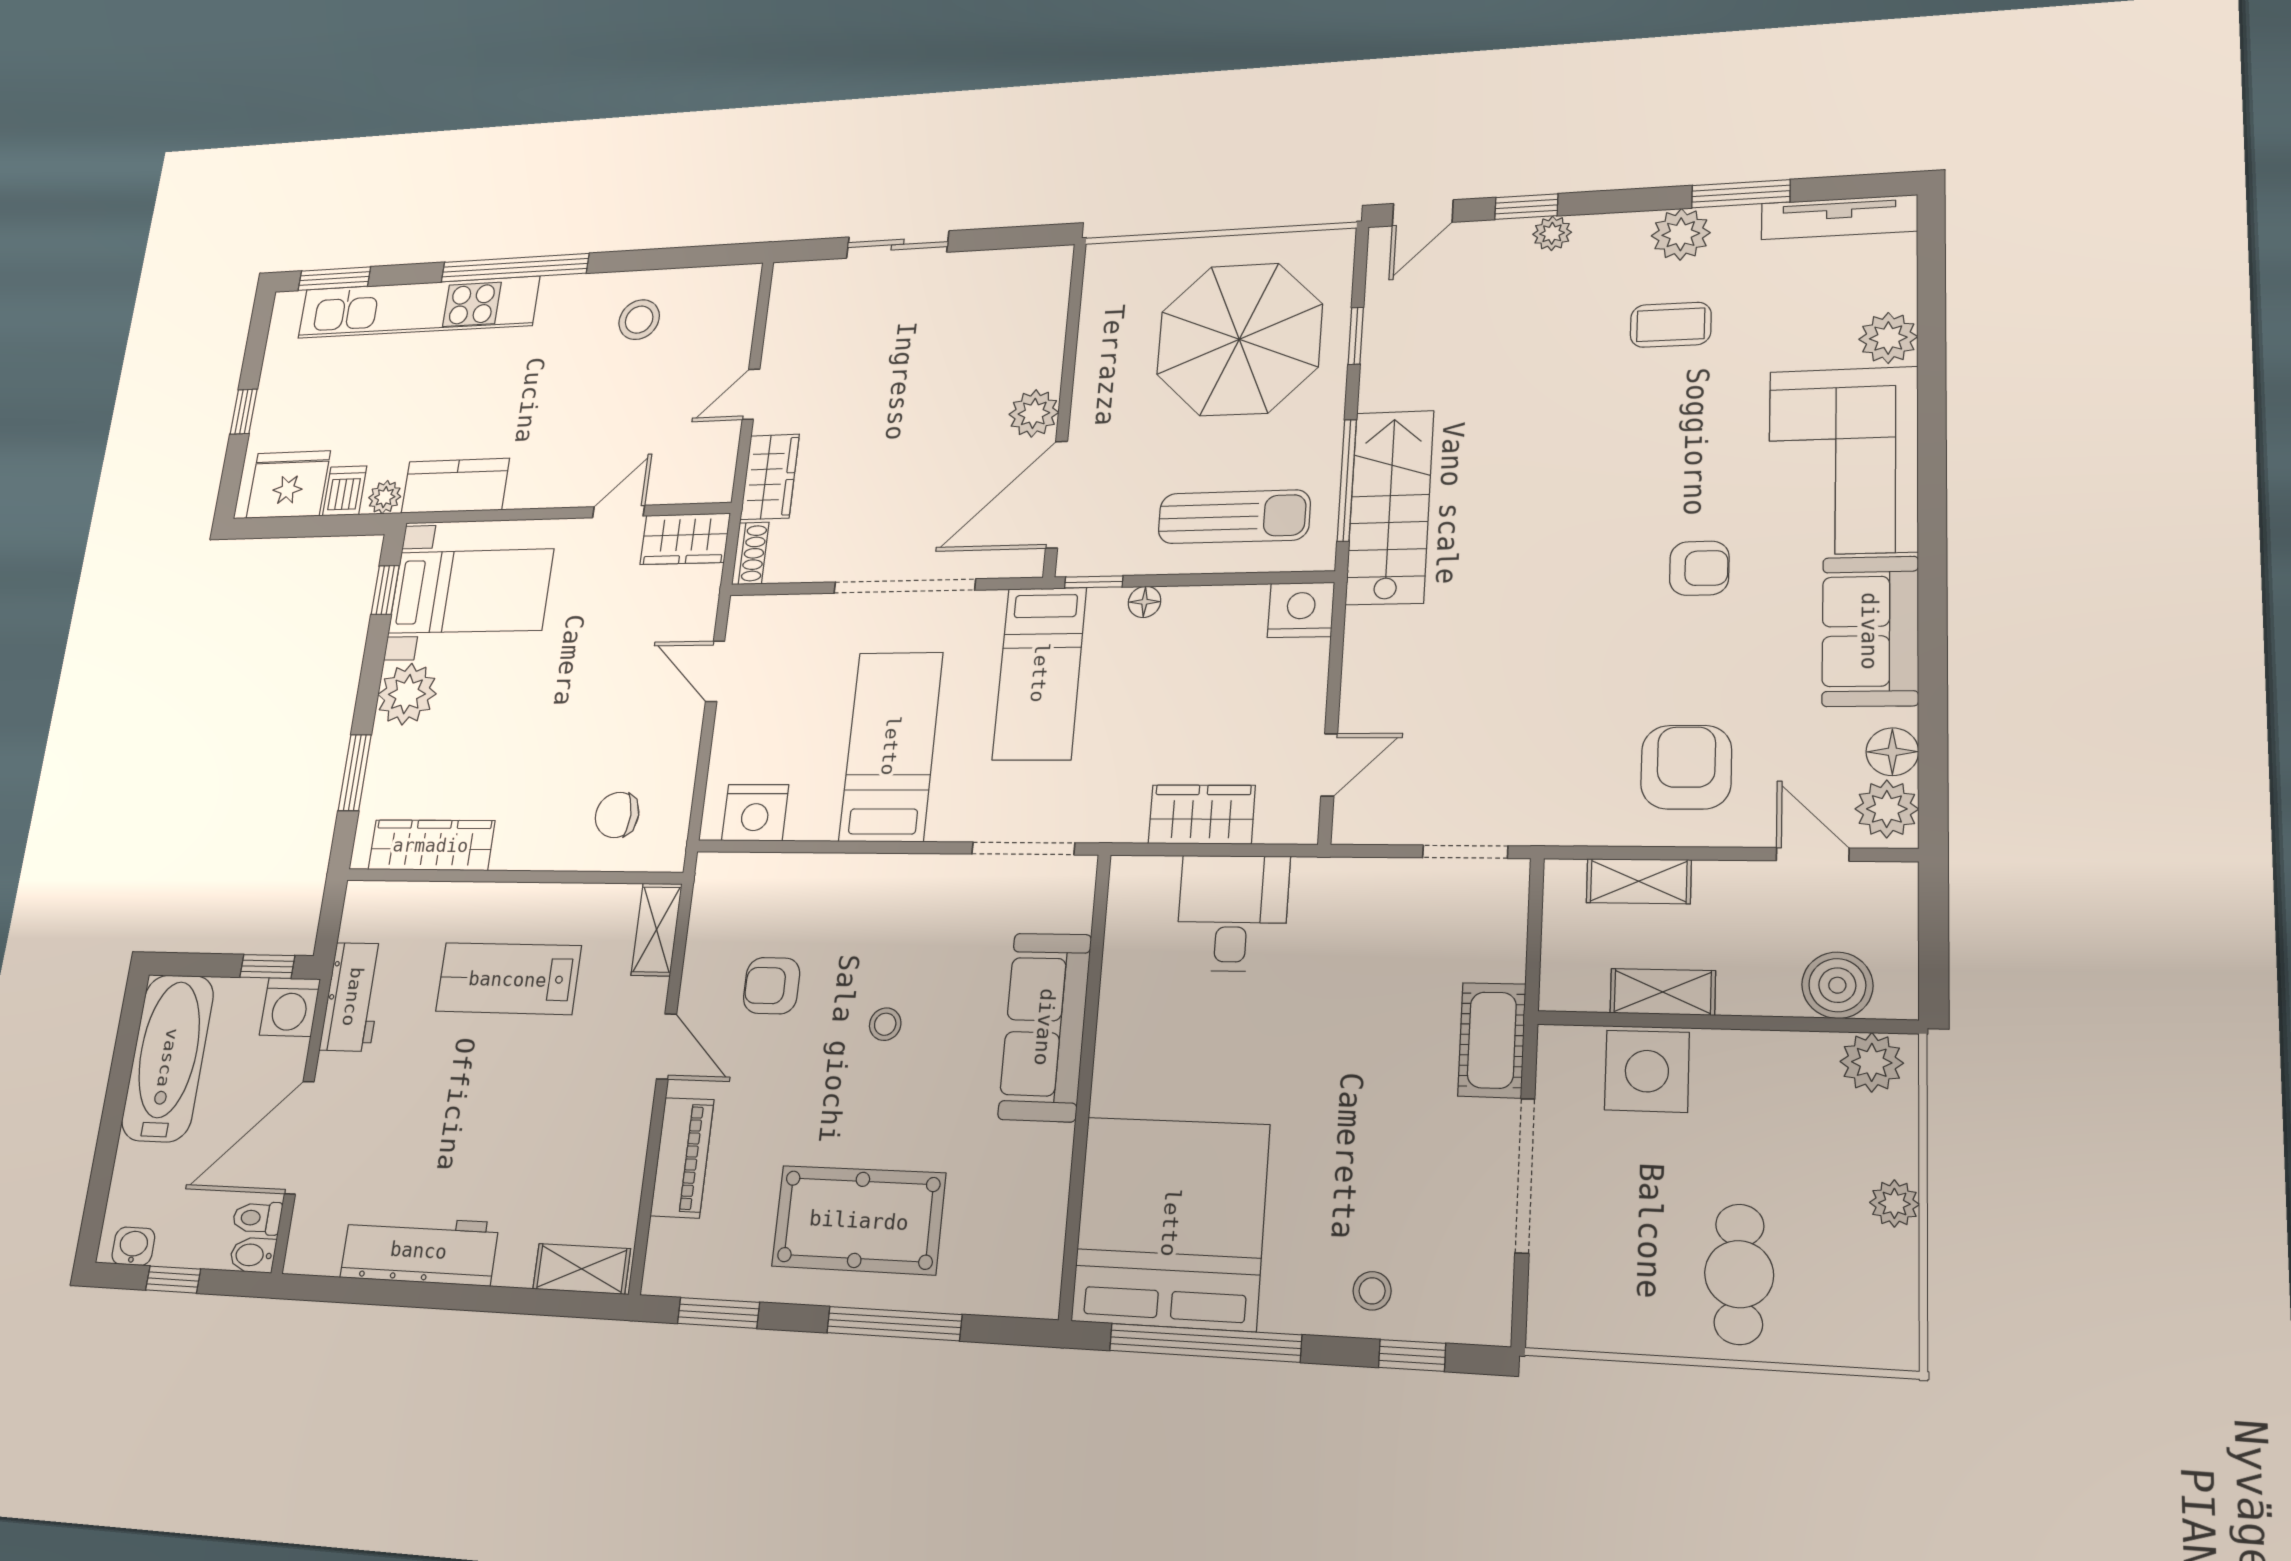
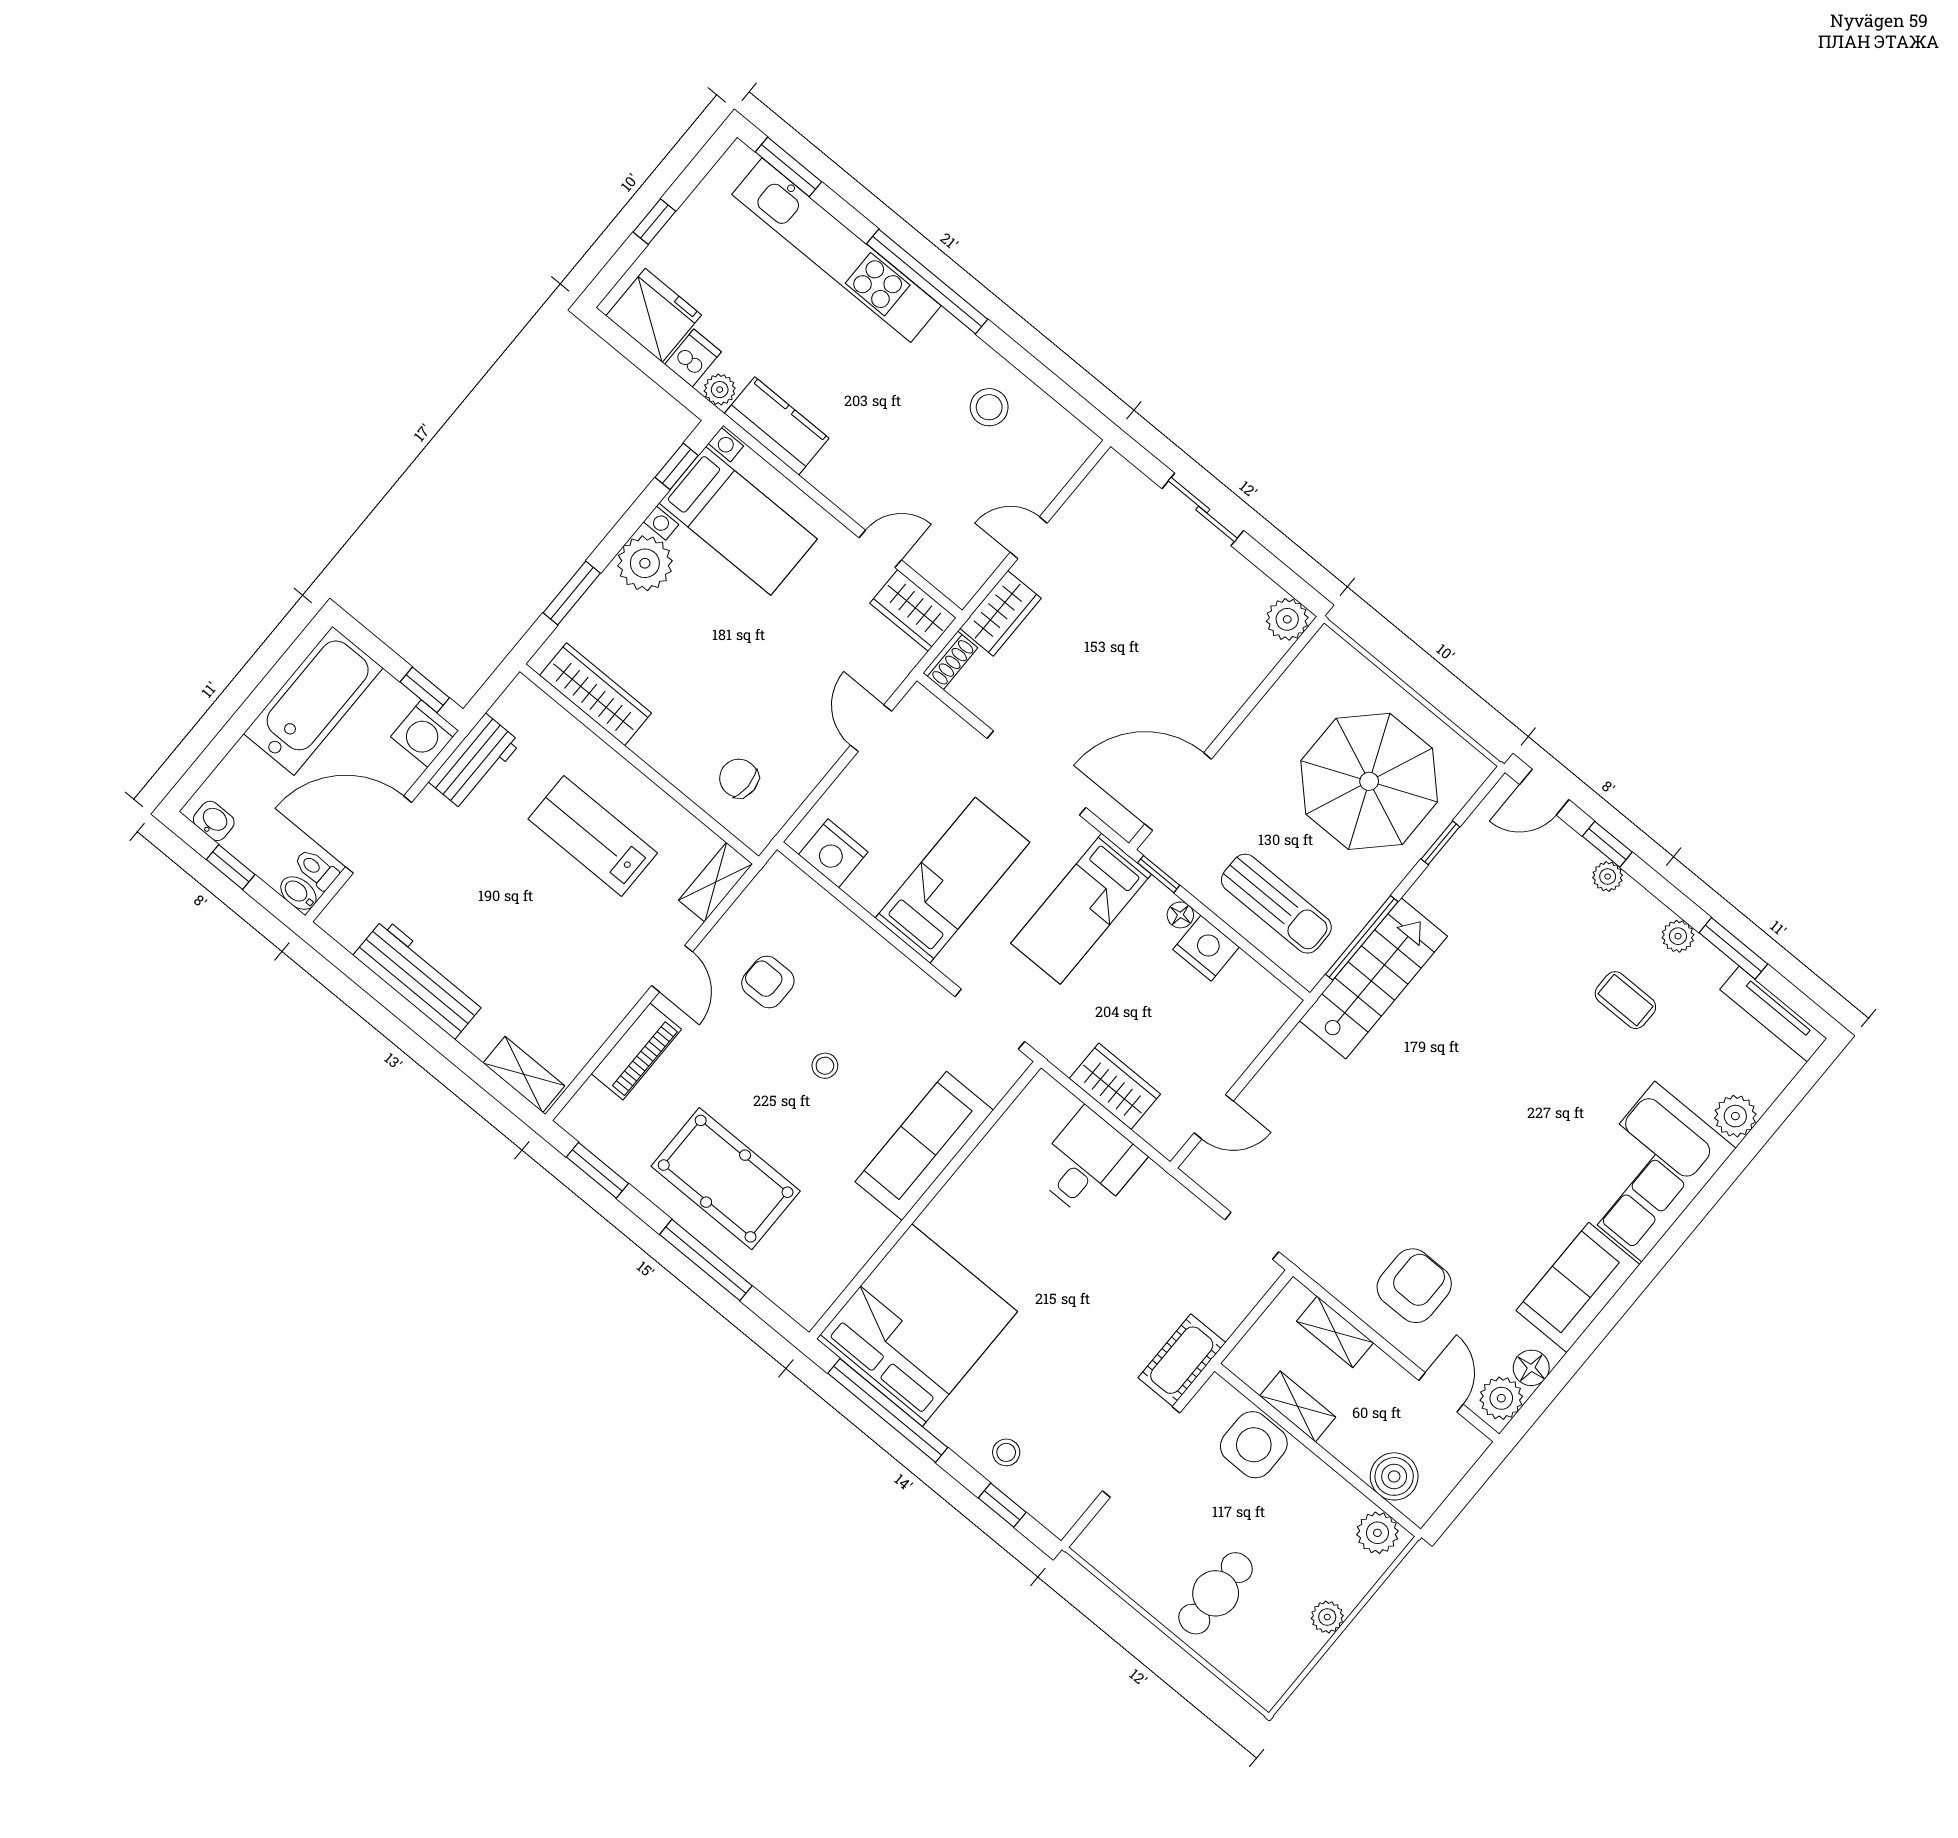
plant: (1681, 234) -> (1678, 936), width x0.73, depth x0.73
plant: (1034, 413) -> (1287, 619), moved
armchair: (1699, 568) -> (1517, 1170), removed
nightstand: (1301, 610) -> (1206, 948), moved

